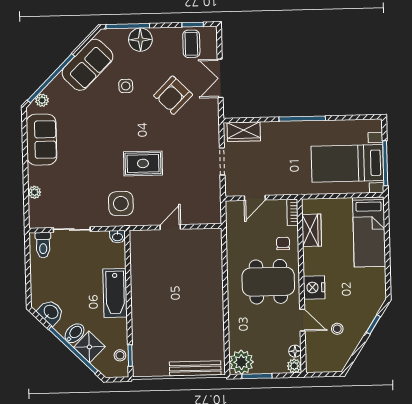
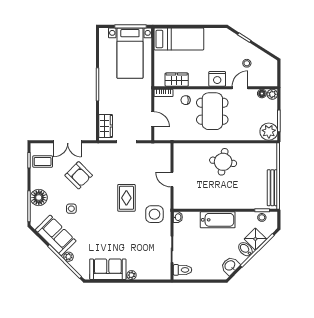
plant: (42, 100) -> (69, 257), moved
plant: (35, 192) -> (131, 275), moved
round table: (197, 299) -> (223, 162), added
bench: (195, 368) -> (272, 188), moved

